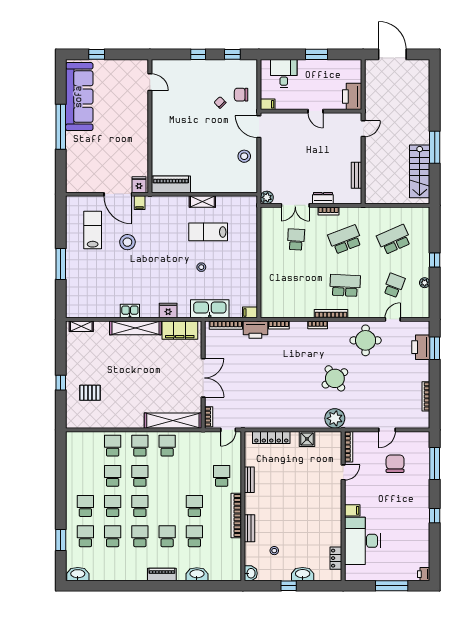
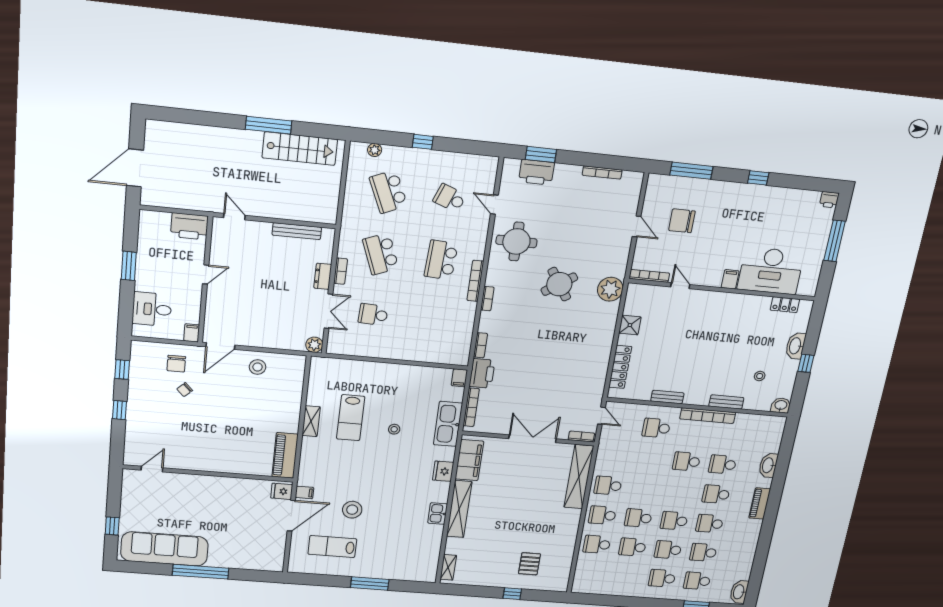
bench: (357, 175) -> (297, 231), width x1.36
plant: (425, 283) -> (375, 150), moved

